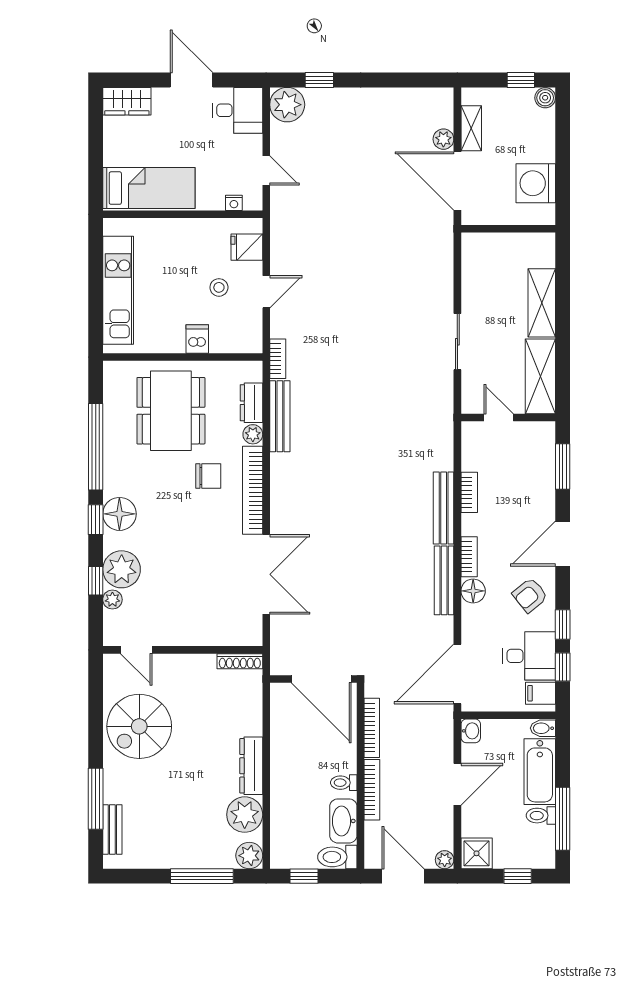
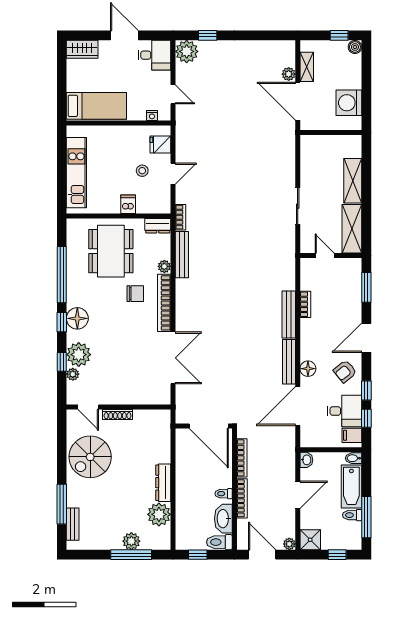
dresser: (251, 403) -> (158, 226), moved, turned -90
bookcase: (469, 557) -> (305, 346), removed
shoe rack: (240, 661) -> (118, 414), moved
door: (457, 674) -> (298, 406), moved
plant: (249, 856) -> (131, 541), moved

